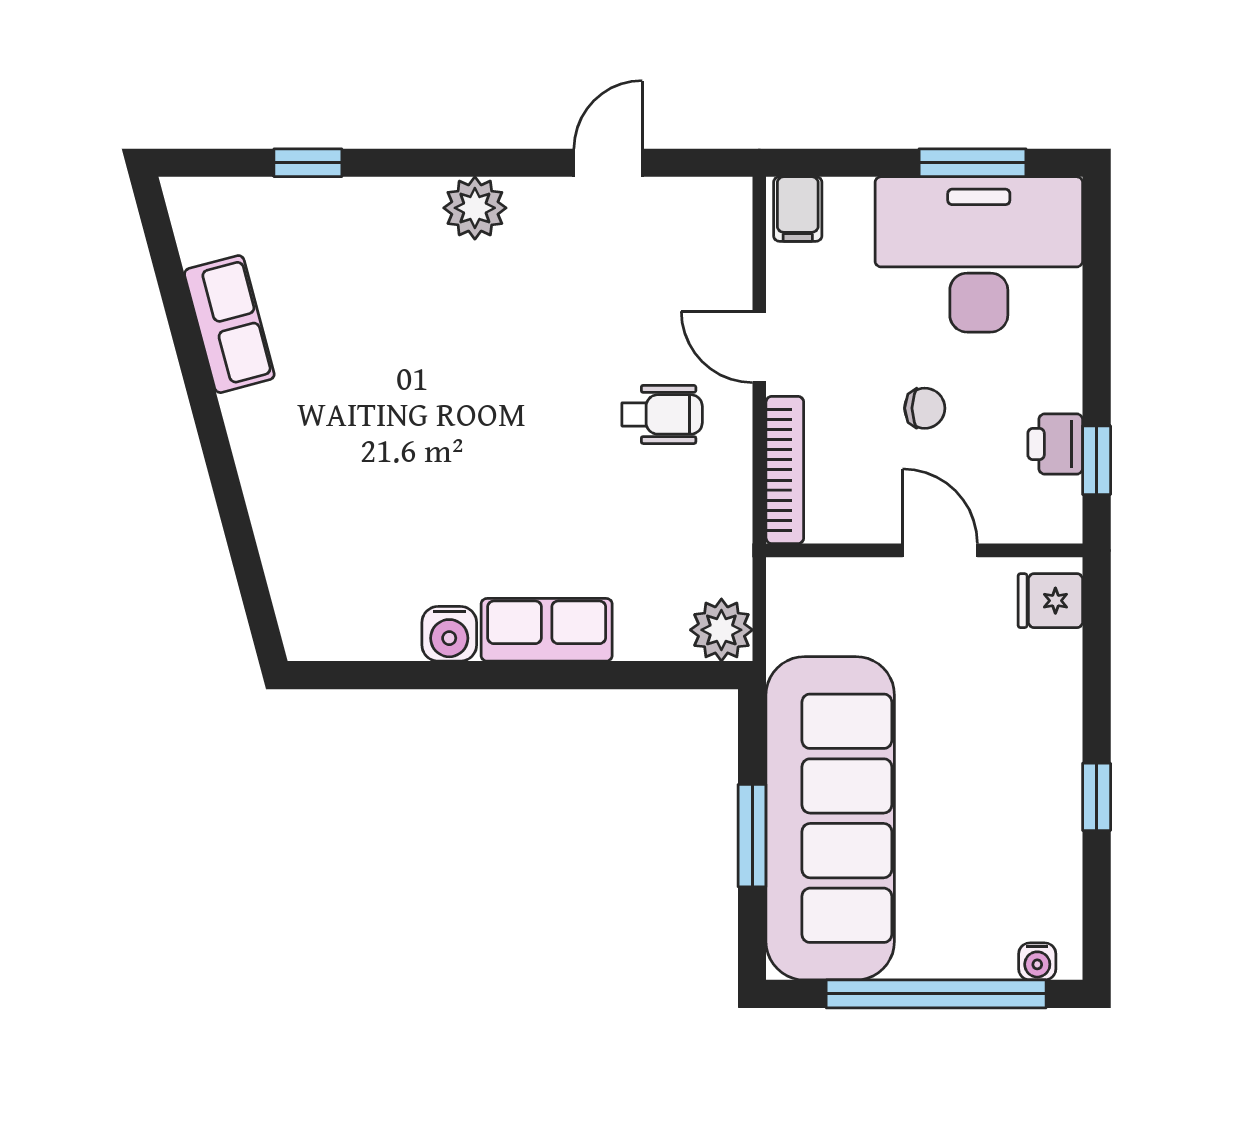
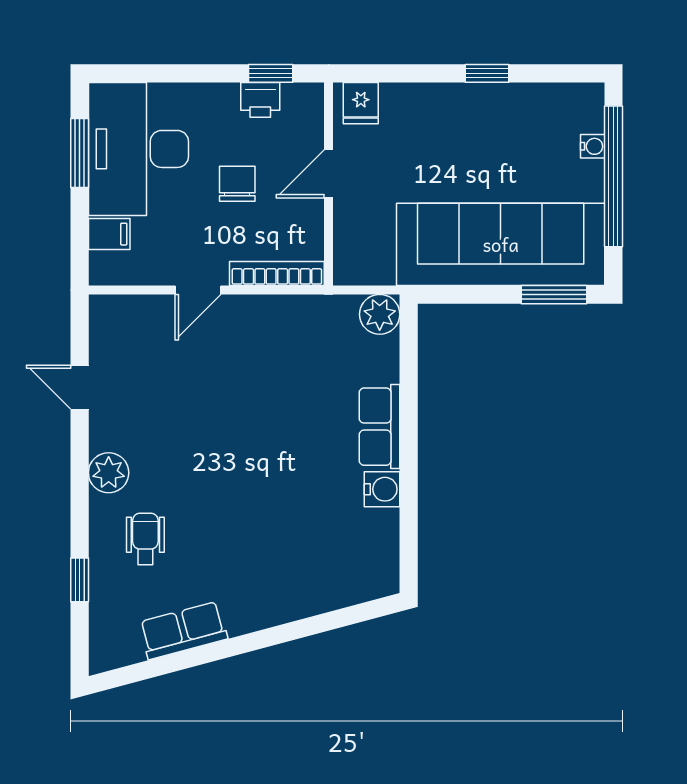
filing cabinet: (798, 209) -> (109, 234), moved
chair: (925, 408) -> (237, 184), width x1.37, depth x1.37
wheelchair: (662, 414) -> (145, 539), moved
window: (752, 836) -> (554, 295), moved
water cooler: (1037, 961) -> (593, 146), moved

